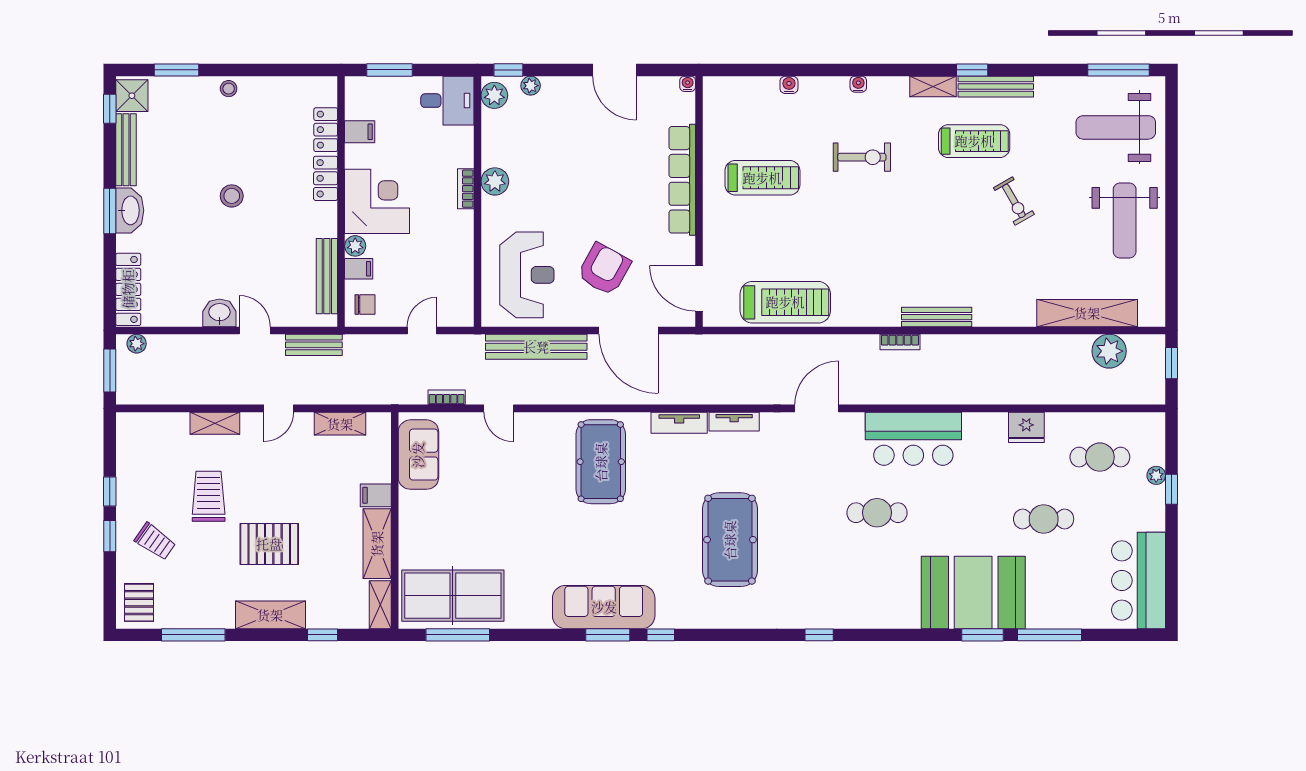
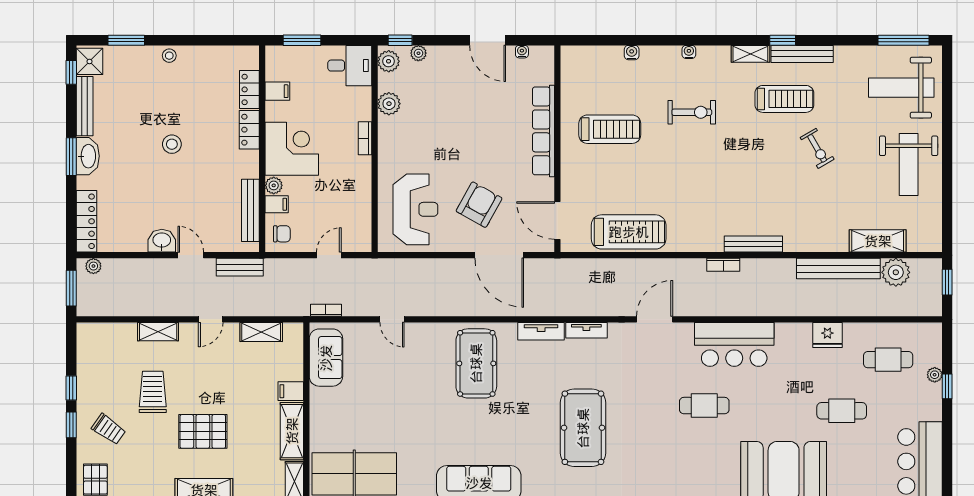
water cooler: (688, 84) -> (522, 52), moved
plant: (495, 181) -> (389, 104), moved
shelving: (1087, 313) -> (878, 241), width x0.68
bench: (536, 347) -> (838, 269), moved
bookcase: (447, 397) -> (326, 310), moved

